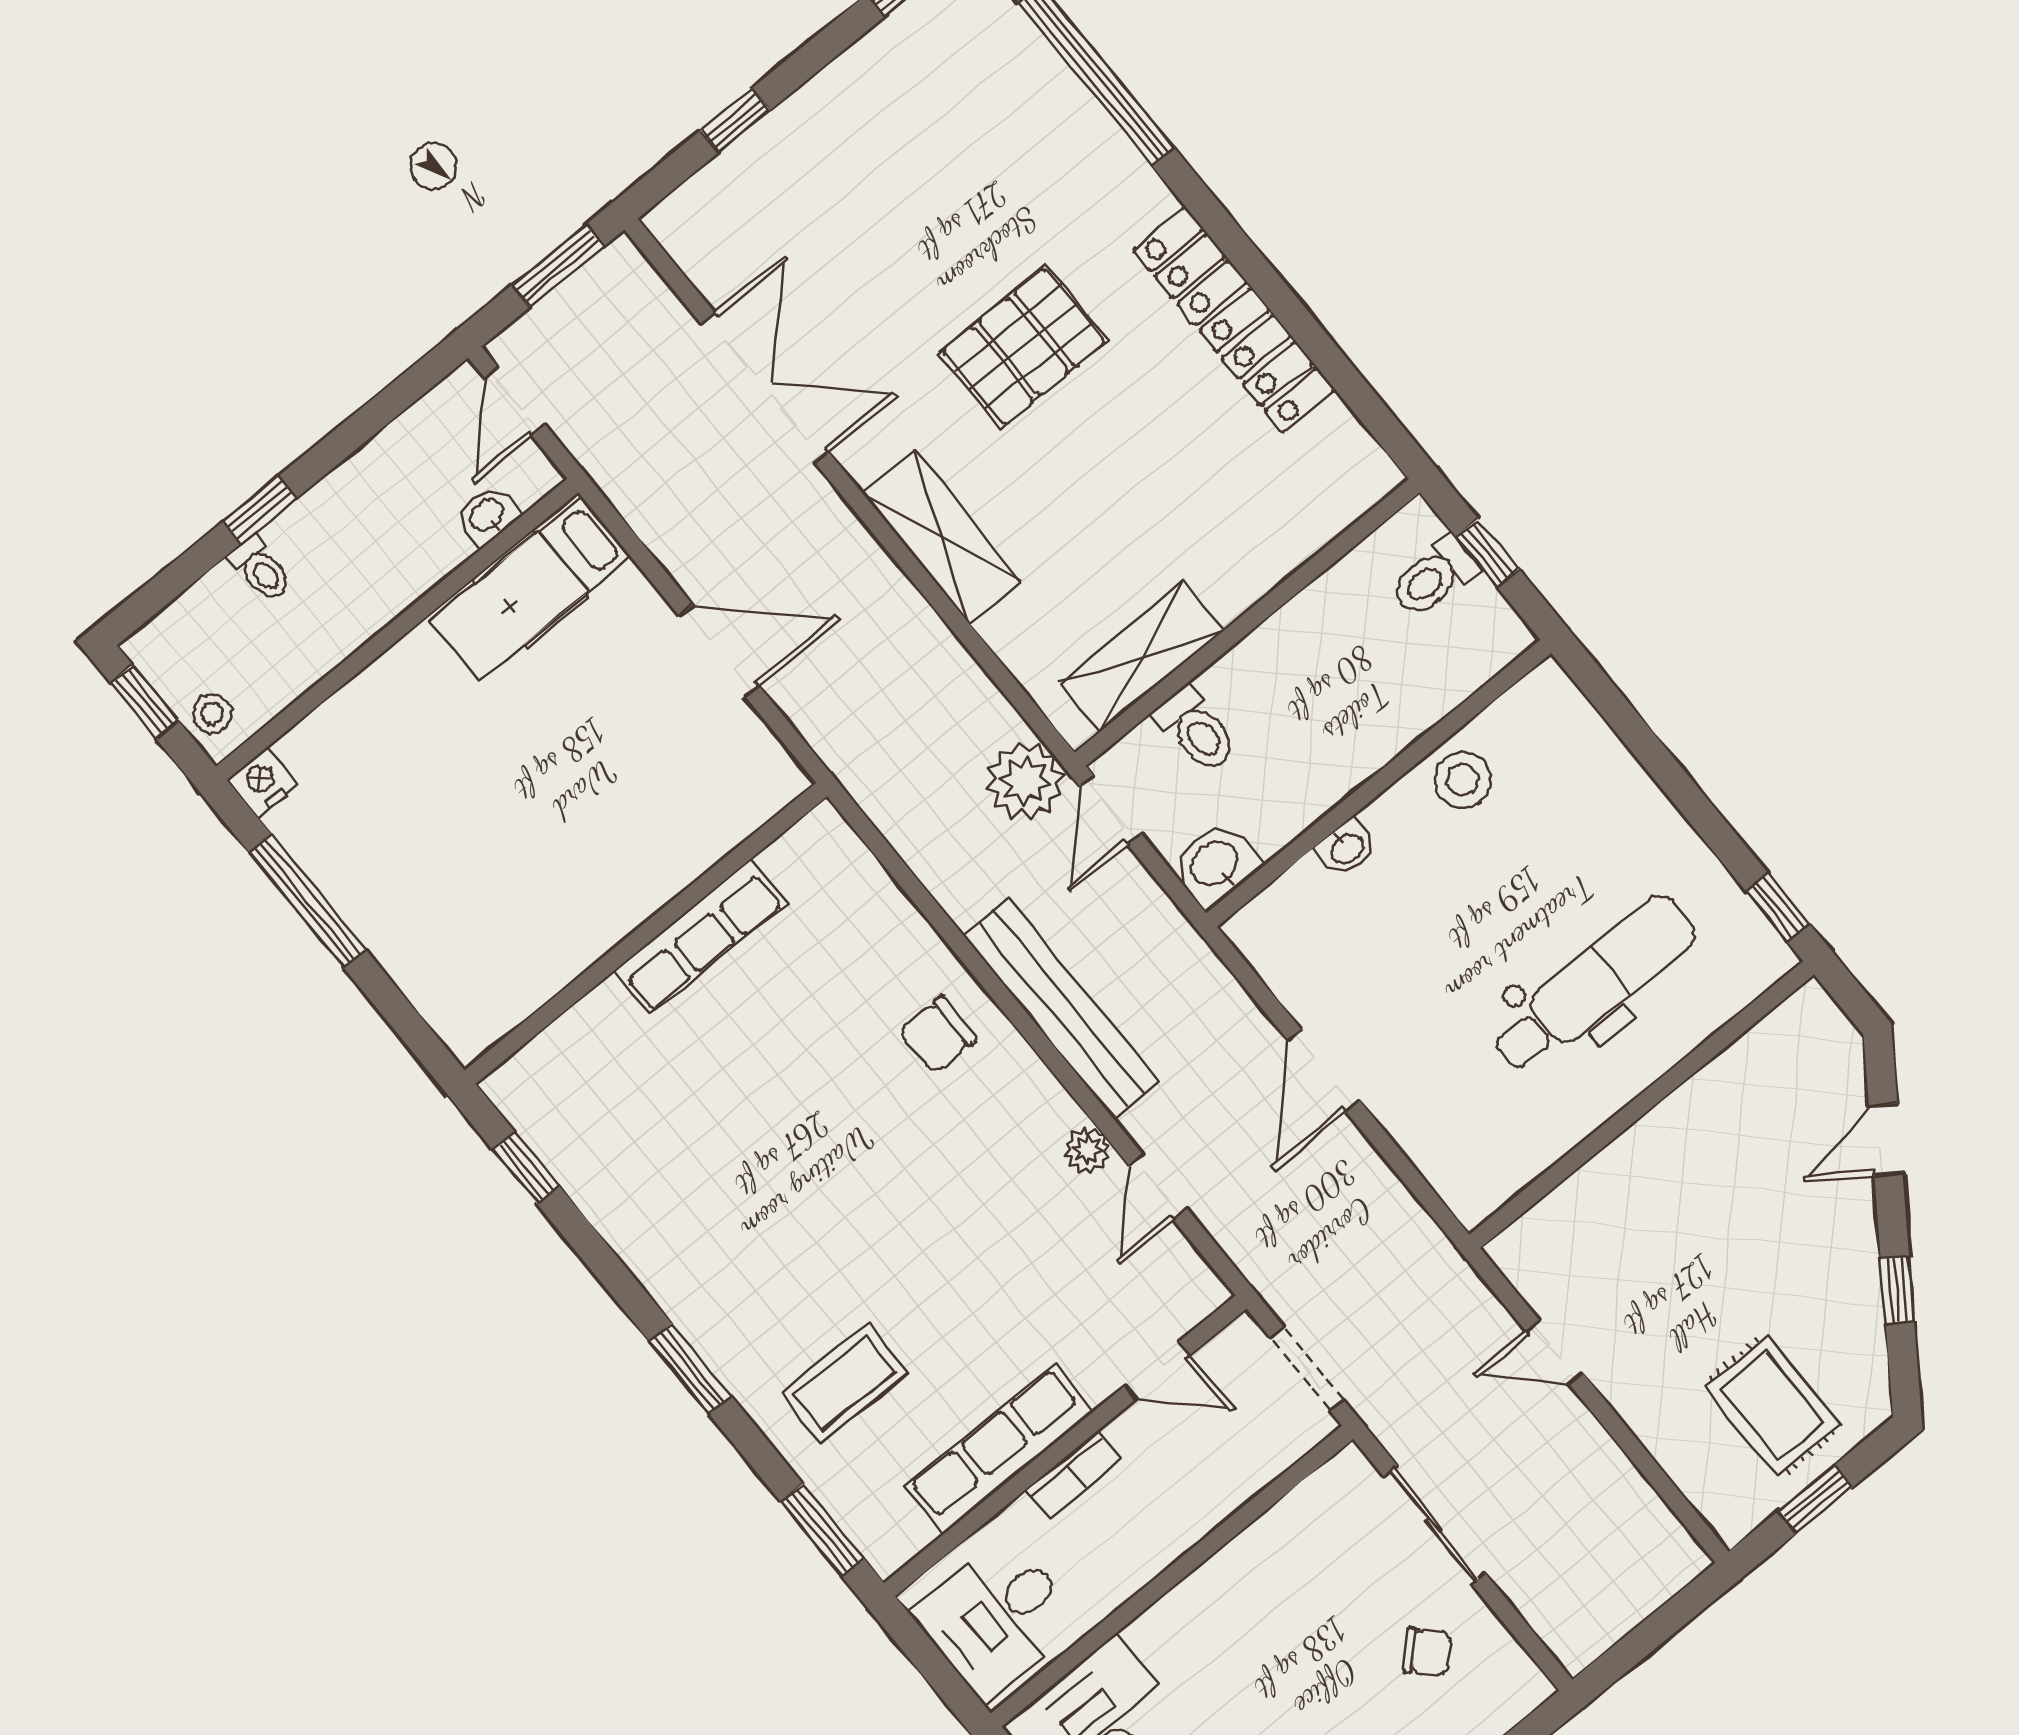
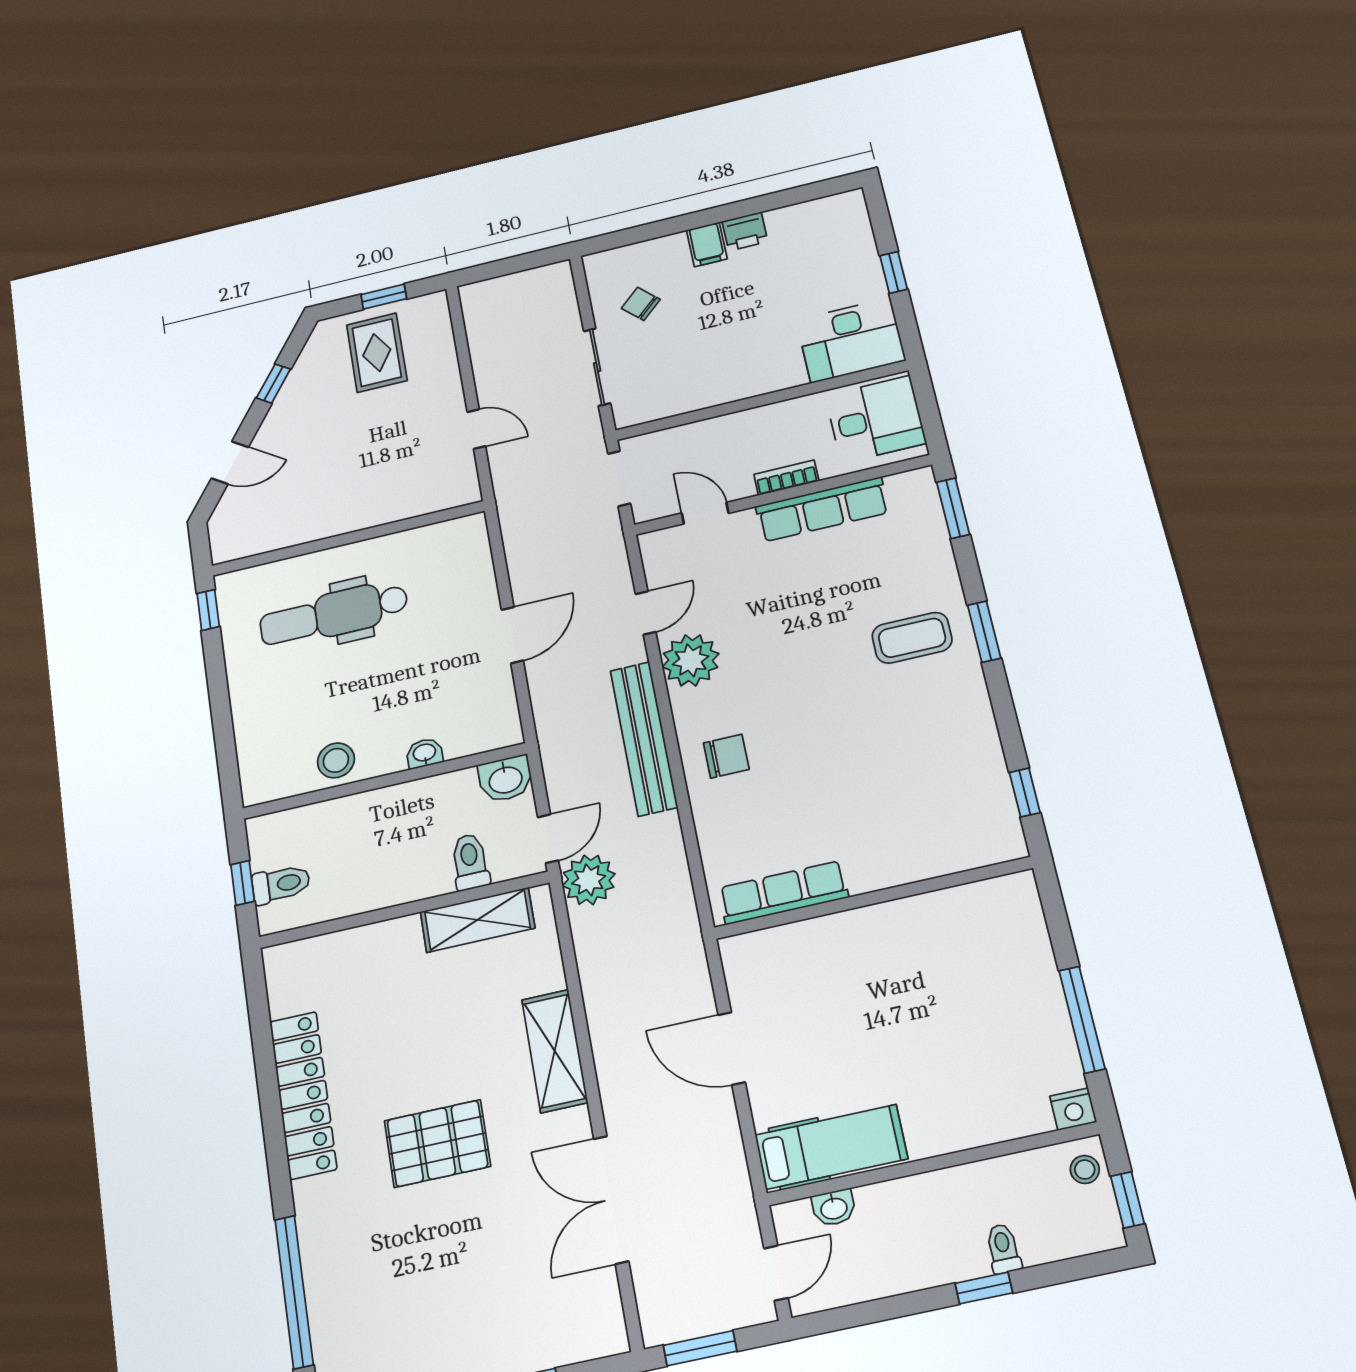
row of seats: (700, 937) -> (783, 893), moved
plant: (1087, 1150) -> (691, 660), width x1.88, depth x1.88
coffee table: (844, 1383) -> (912, 638), moved

